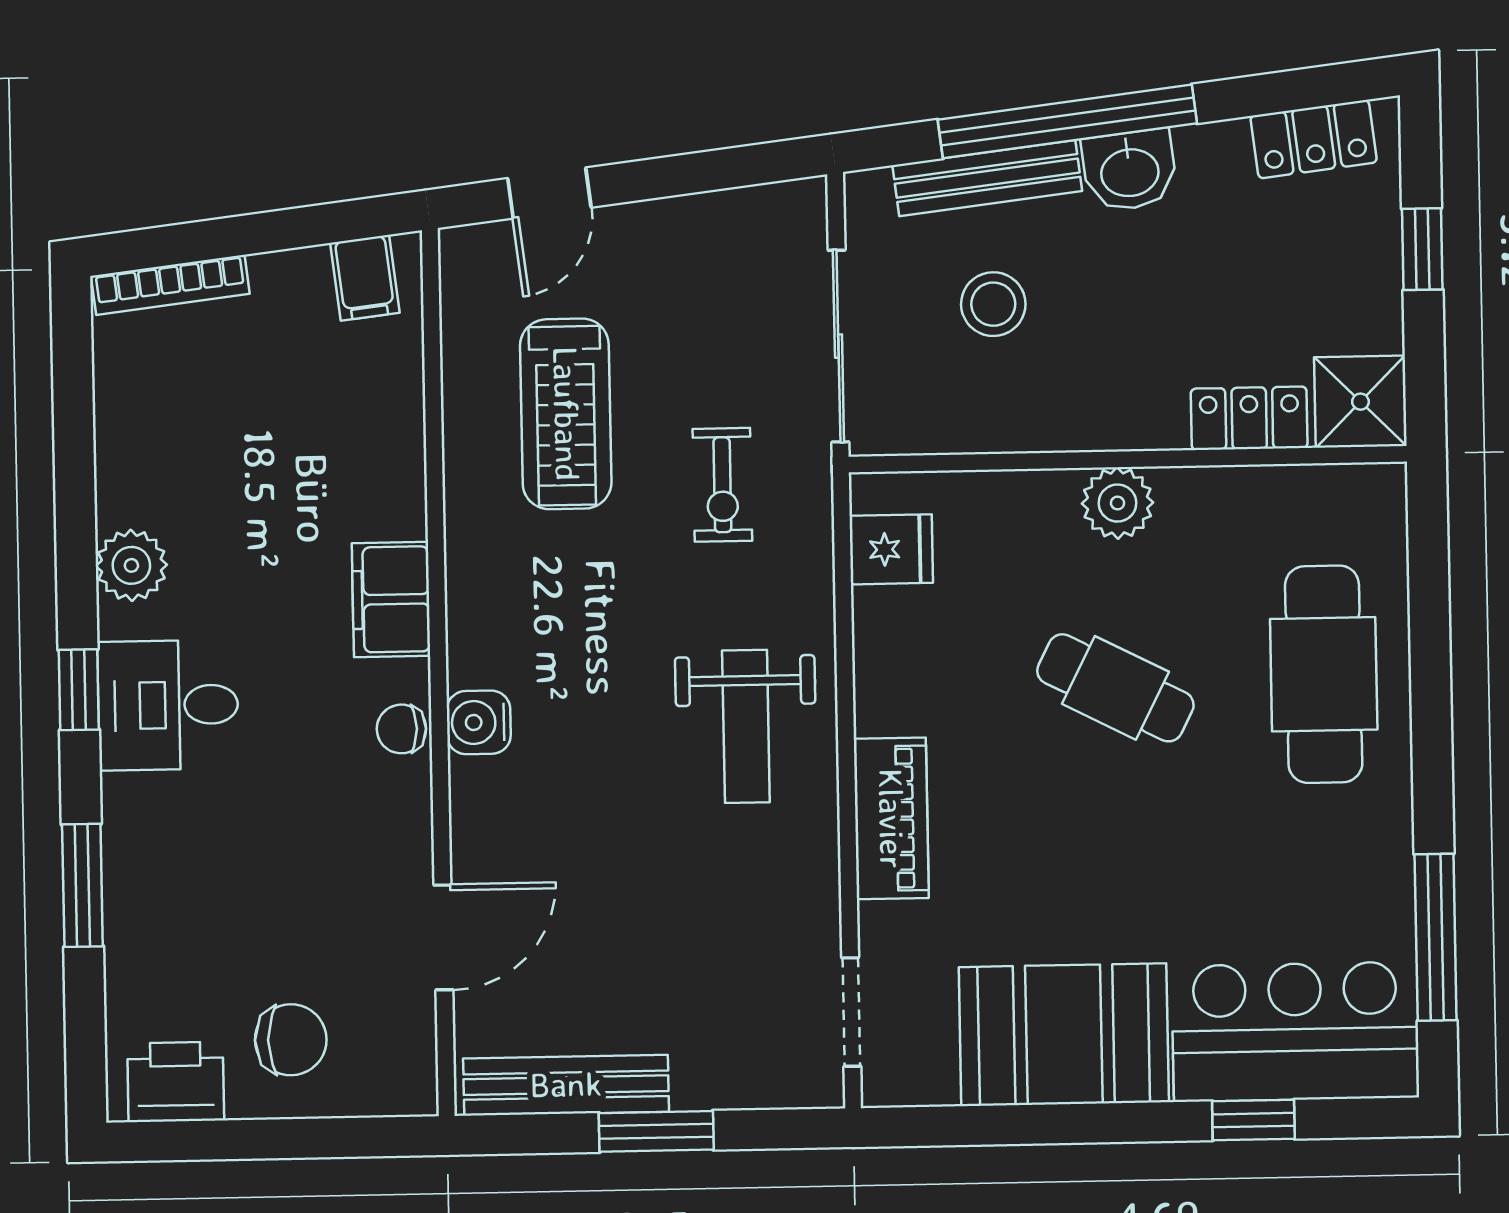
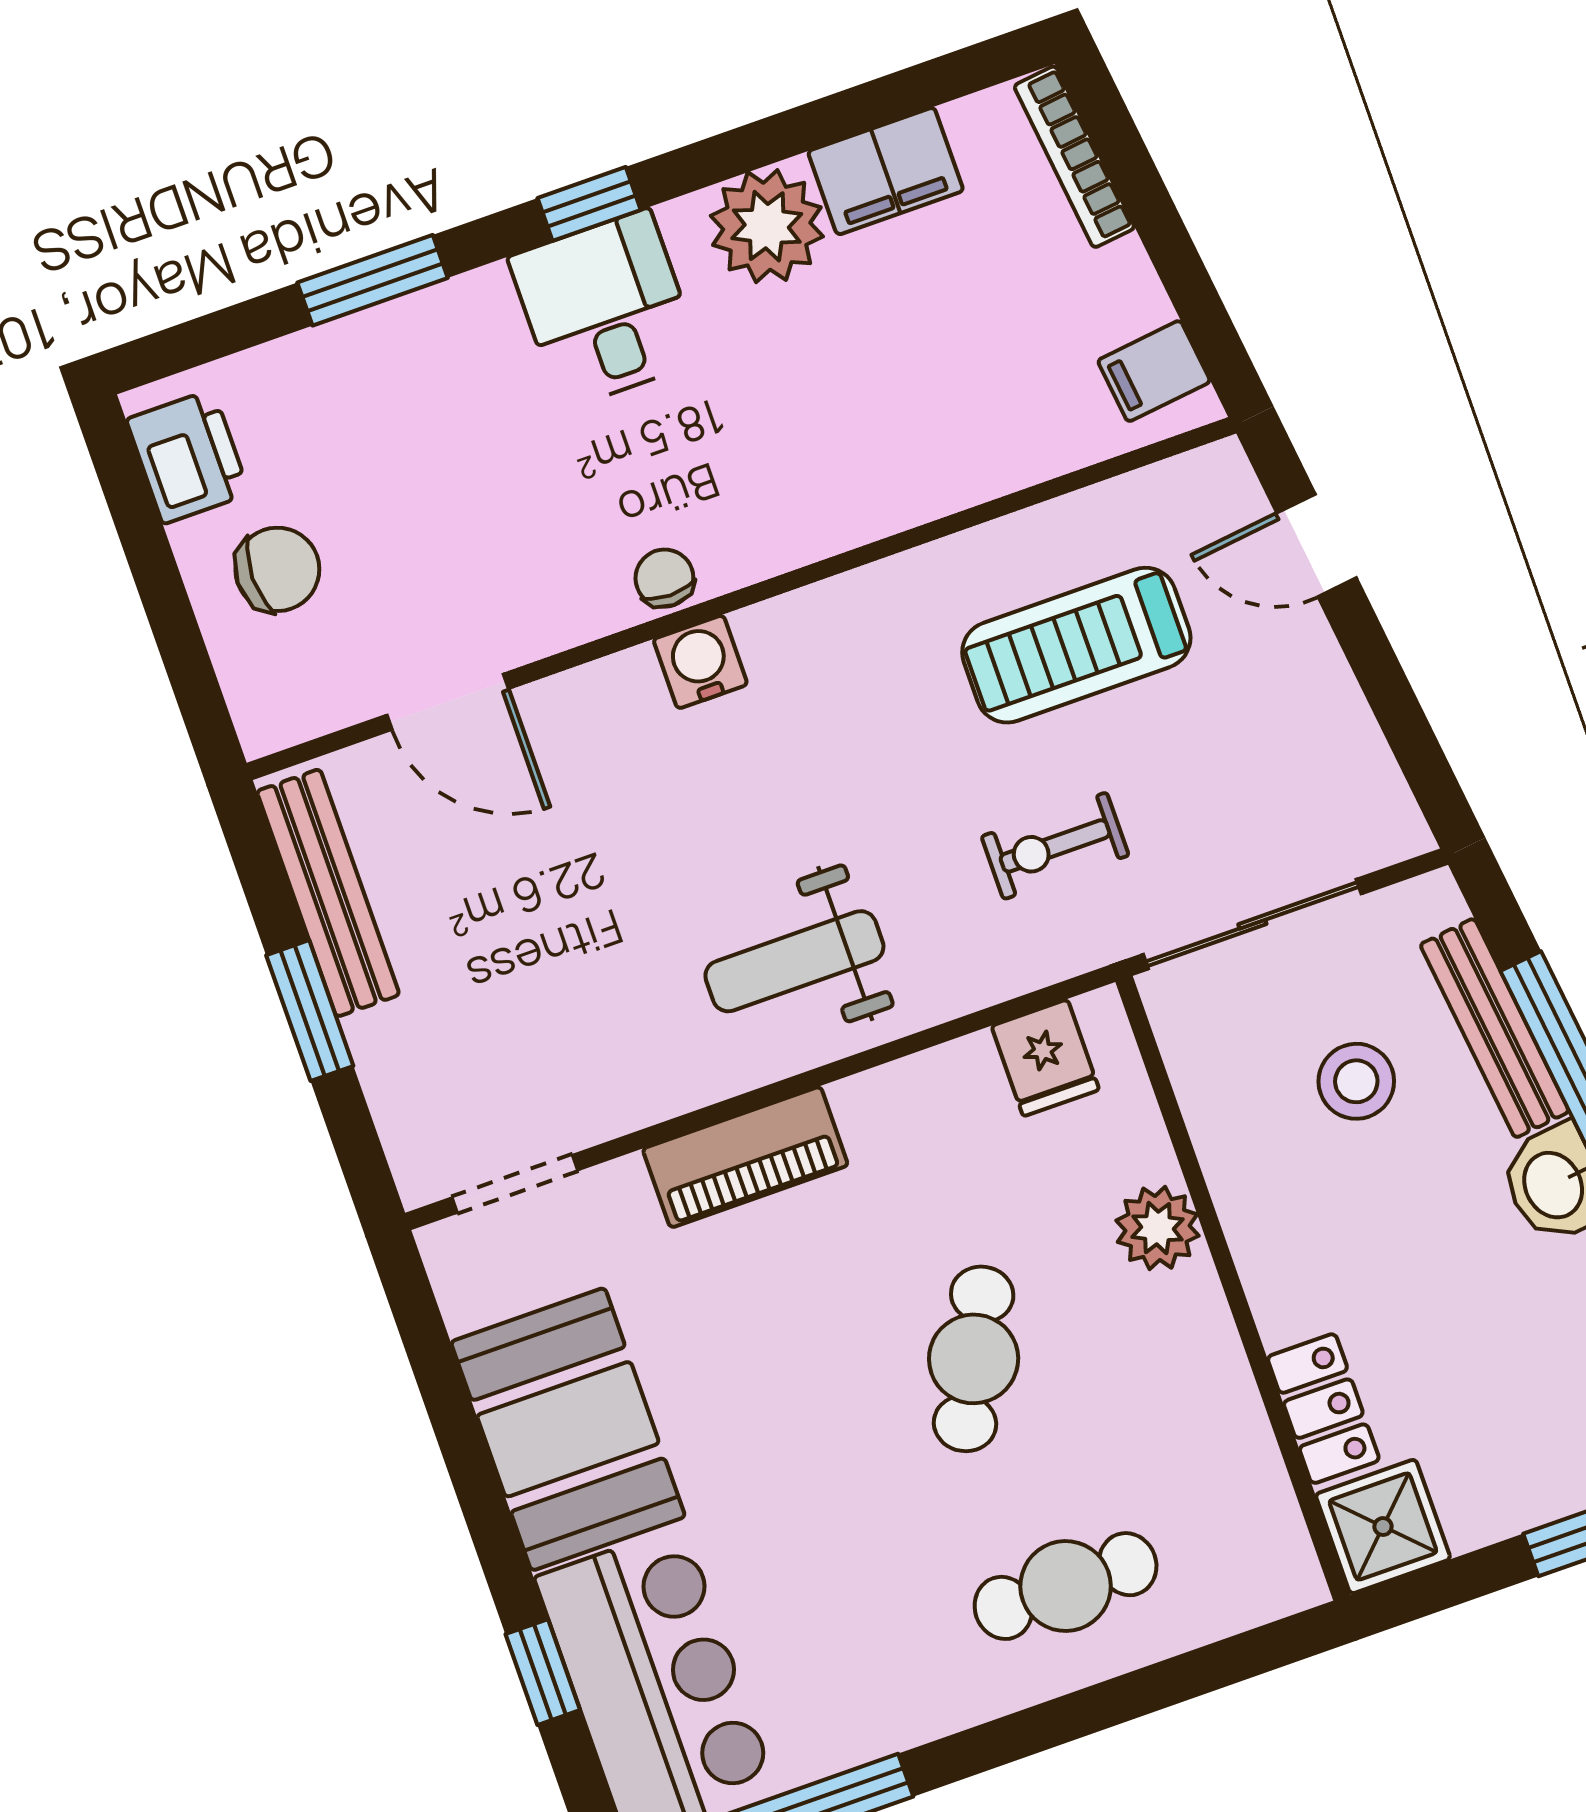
plant: (1118, 503) -> (1157, 1228), moved
plant: (131, 565) -> (767, 226), width x1.36, depth x1.36
filing cabinet: (391, 599) -> (886, 171), moved, turned 180
cafe table: (1324, 674) -> (1066, 1586), width x0.73, depth x0.74
chair: (291, 1040) -> (277, 569), turned -90

